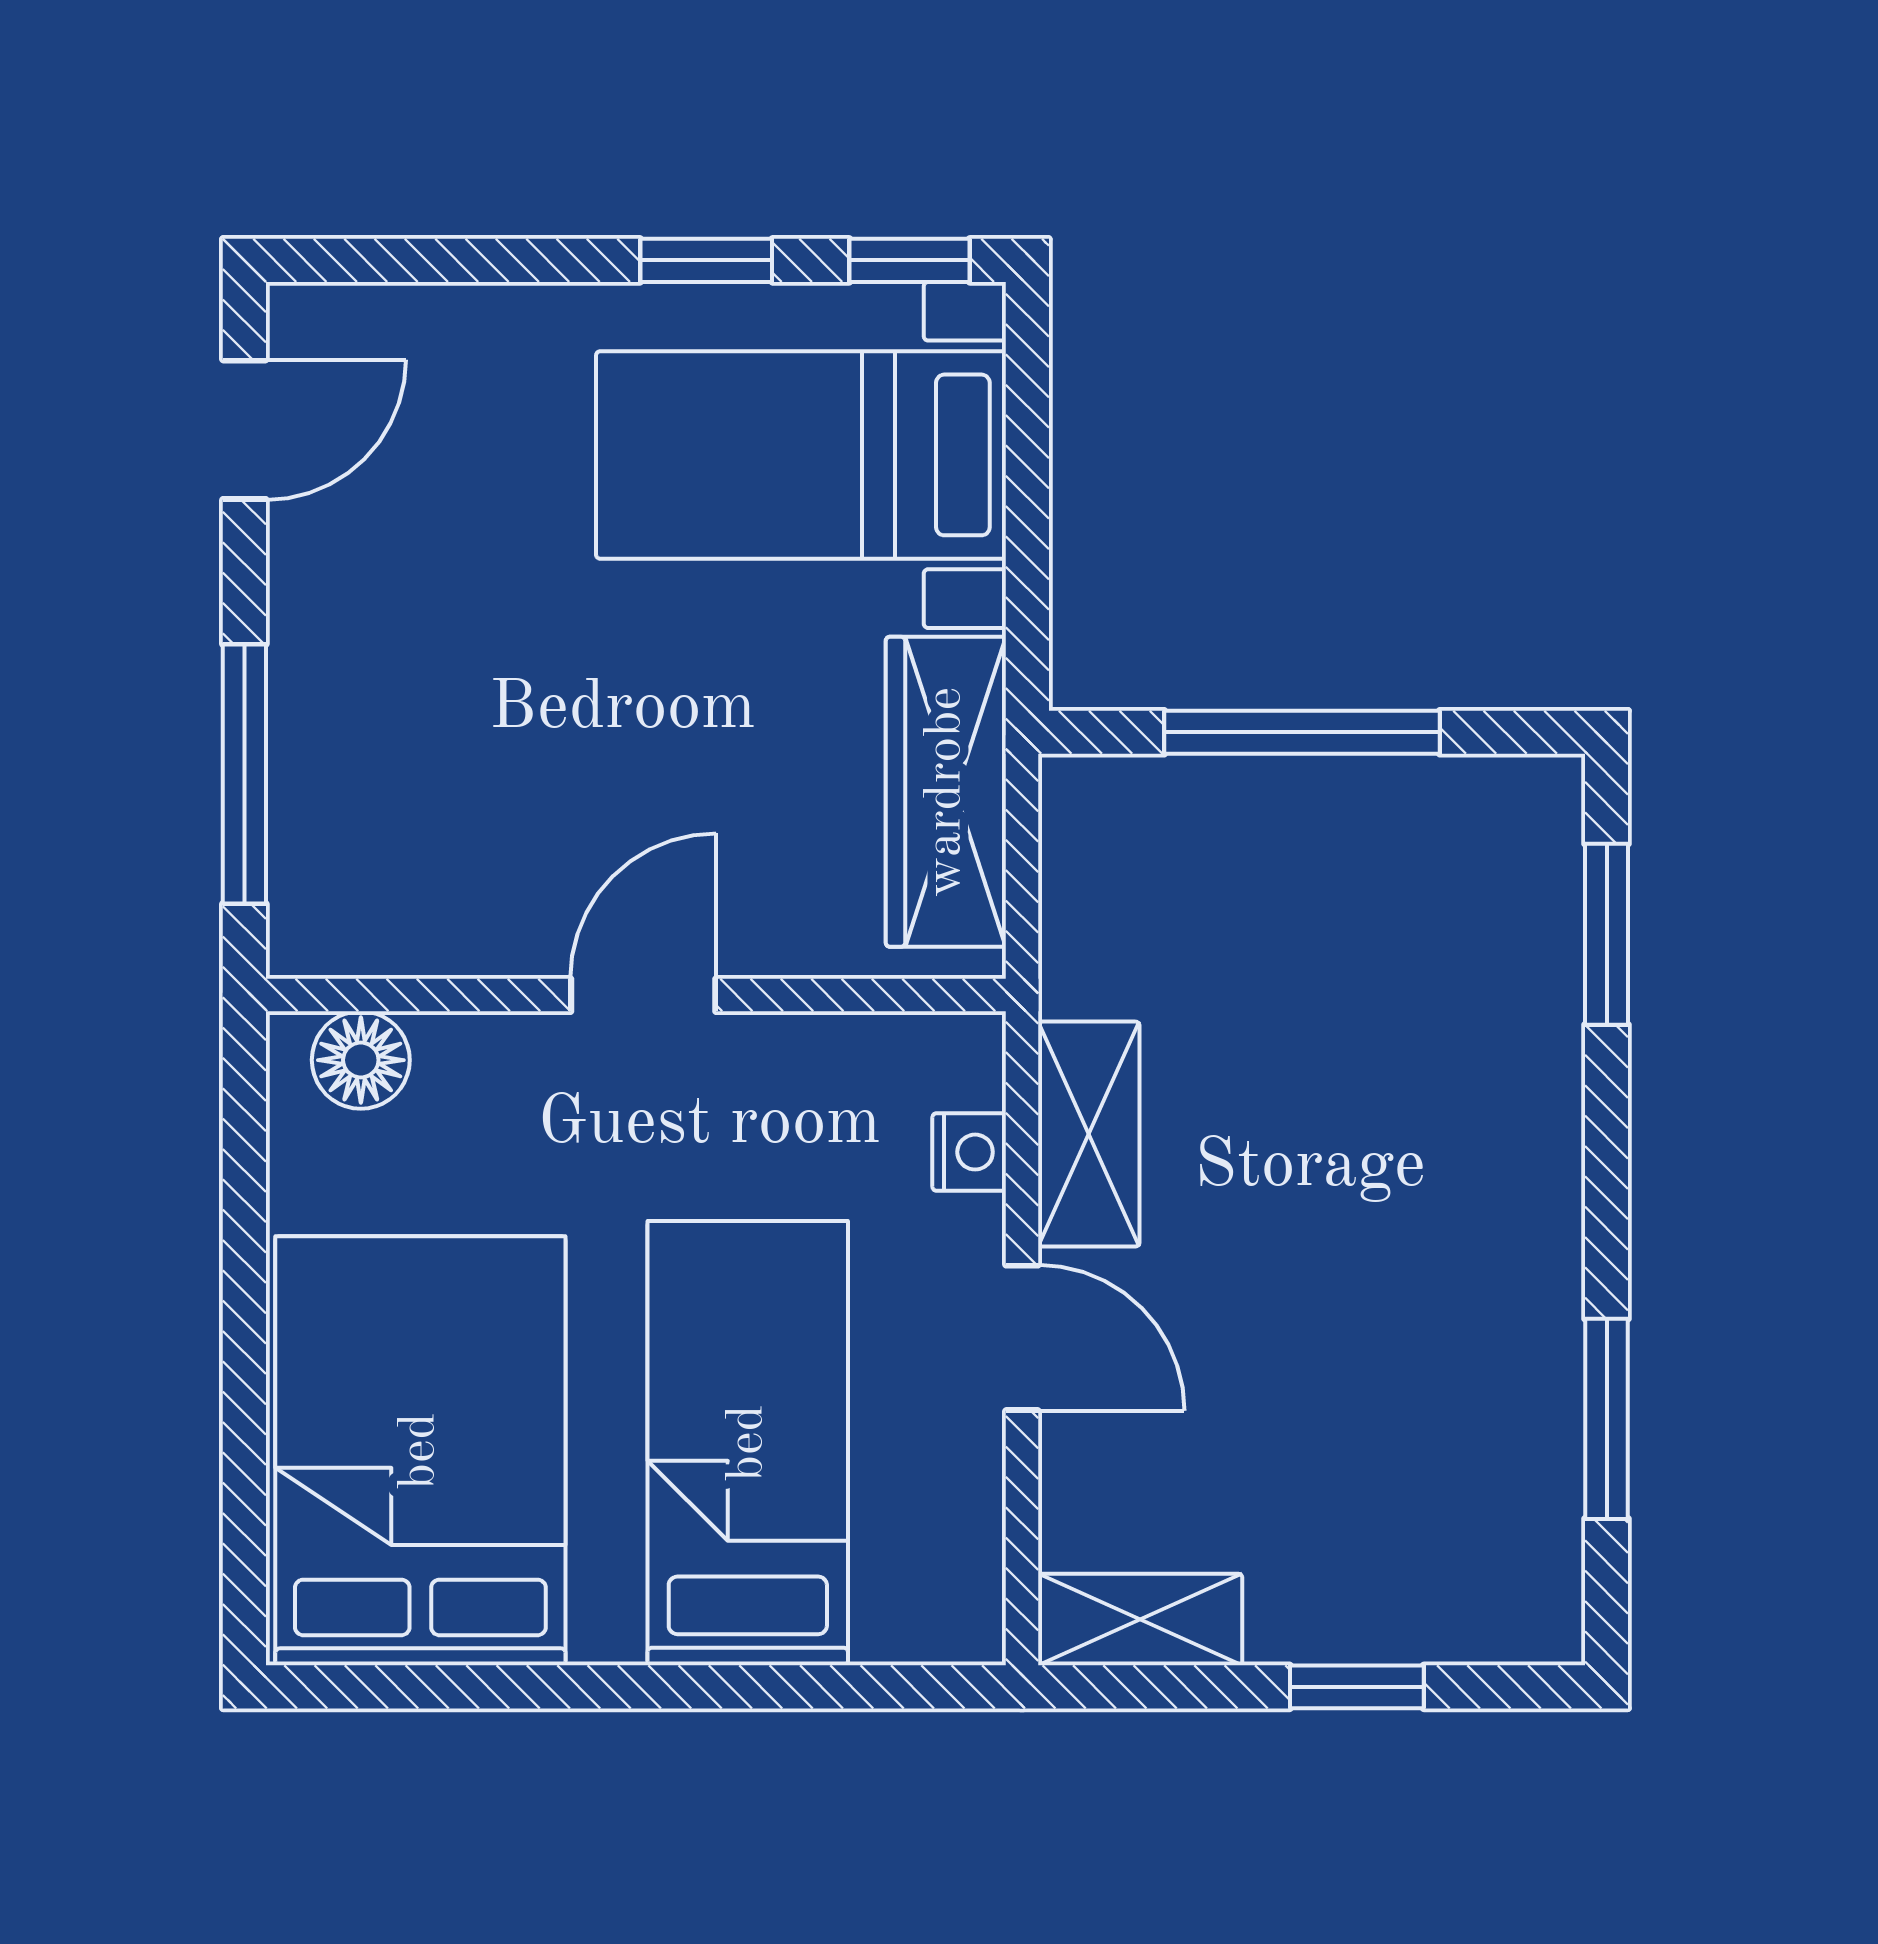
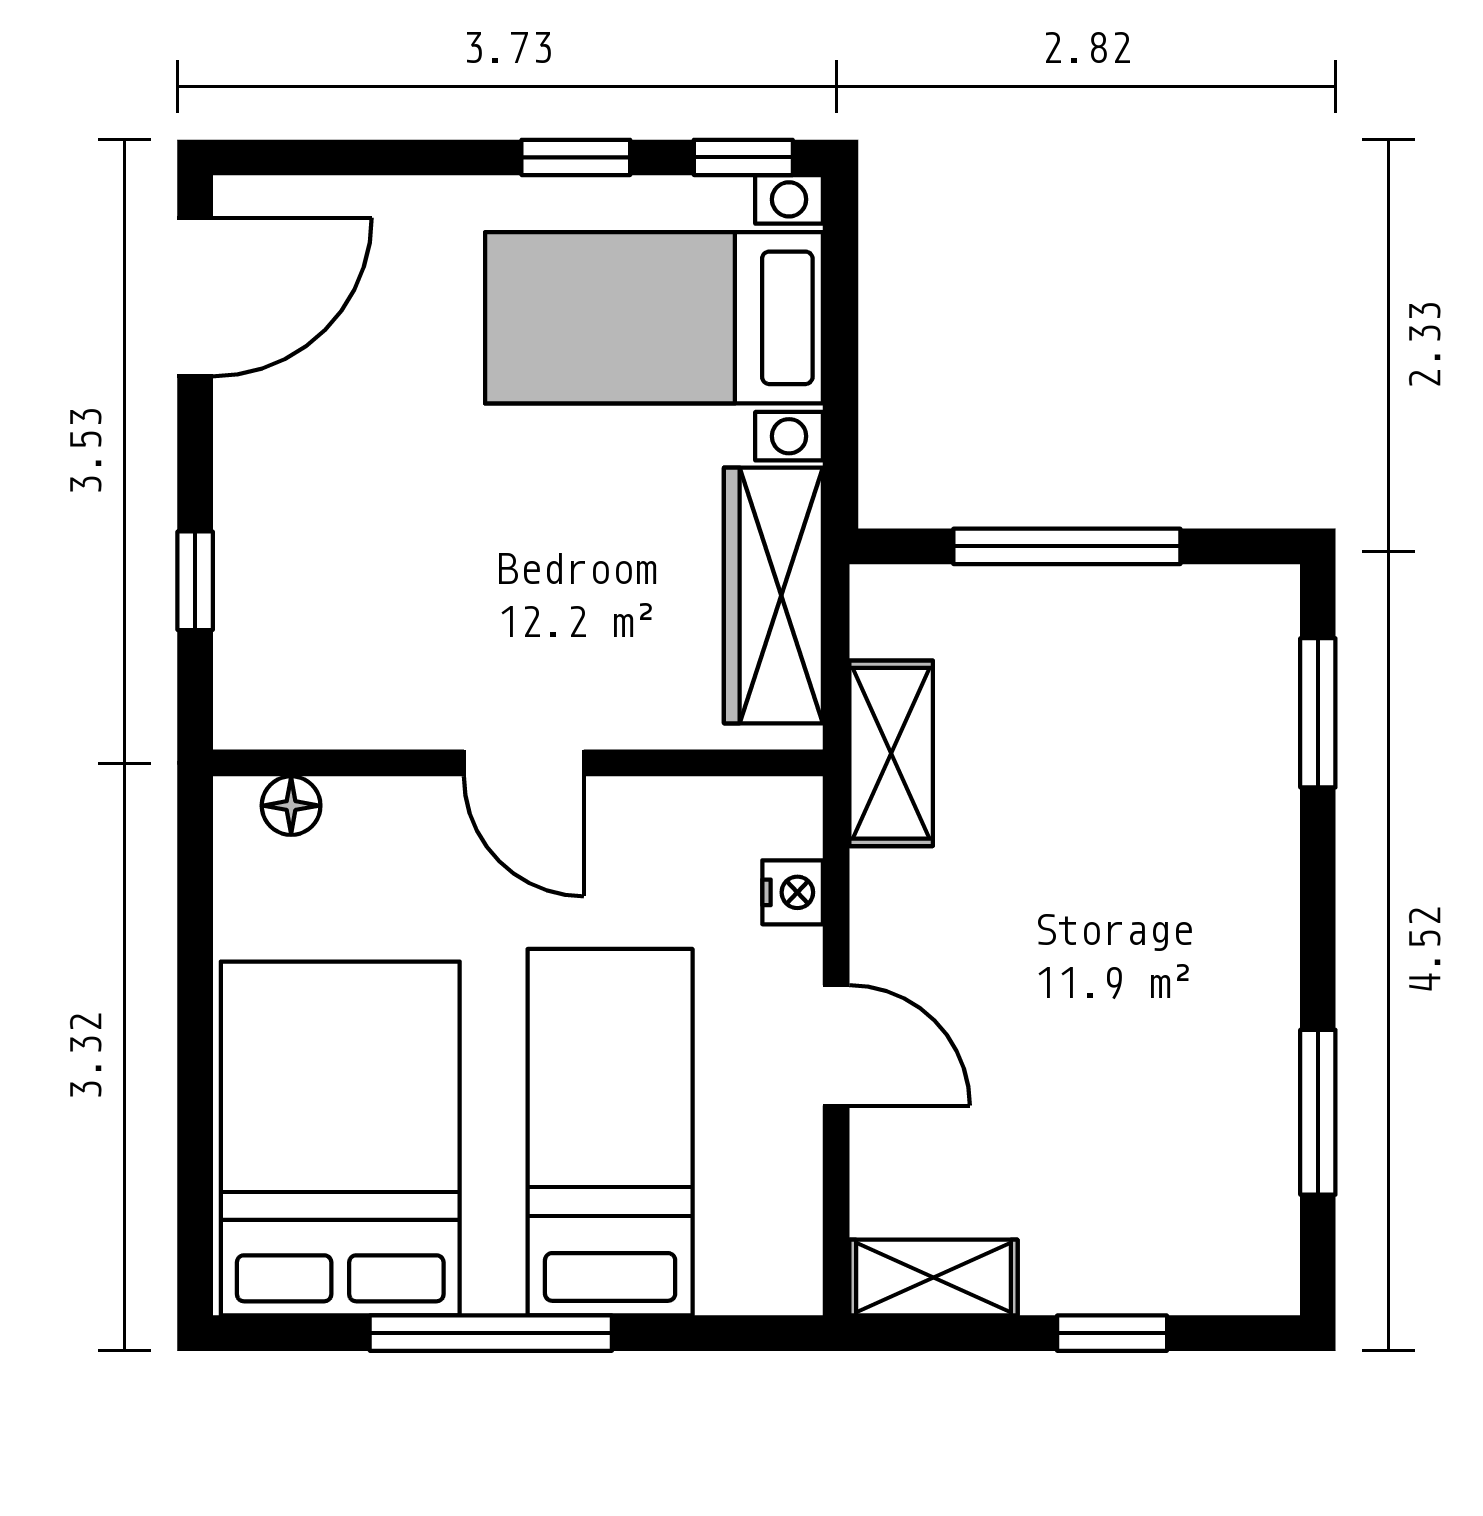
door: (244, 430) -> (195, 297), width x1.38
window: (244, 774) -> (195, 581), width x0.46
door: (643, 995) -> (524, 763), swing flipped
floor lamp: (361, 1060) -> (291, 806), width x0.73, depth x0.73
shelving: (1089, 1134) -> (891, 753), moved
window: (603, 1687) -> (491, 1333), added

